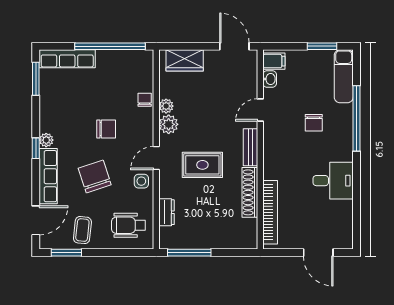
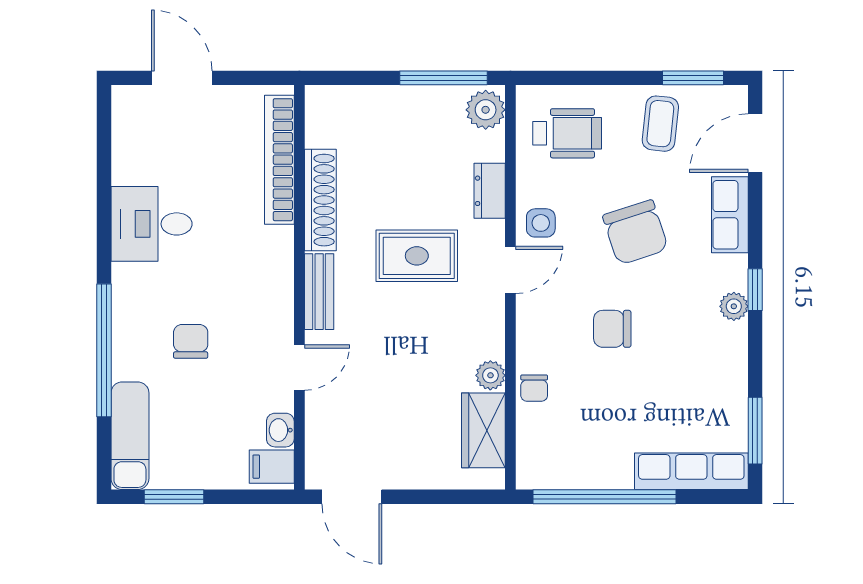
wardrobe: (185, 60) -> (483, 430), moved, turned -90
plant: (169, 124) -> (486, 110), moved
row of seats: (48, 176) -> (730, 215), width x0.68
dresser: (167, 212) -> (490, 191), moved

